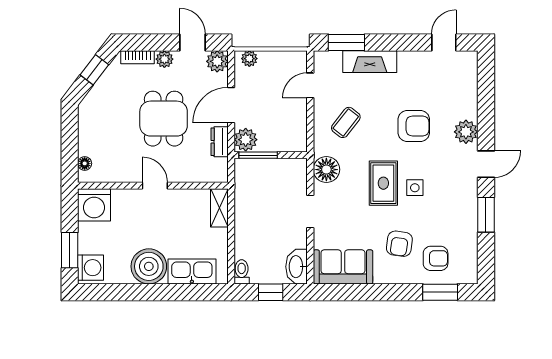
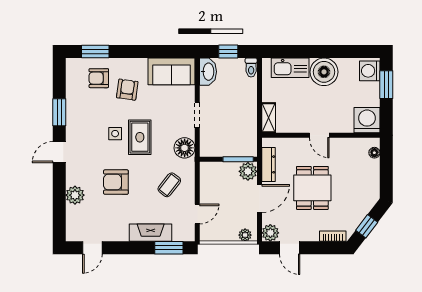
plant: (164, 59) -> (312, 235), removed
plant: (466, 132) -> (75, 195), moved
dresser: (220, 142) -> (268, 164), width x1.44

